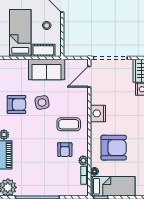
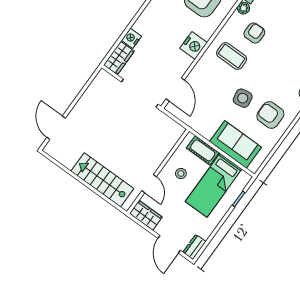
sofa: (47, 69) -> (235, 144), moved
door: (89, 77) -> (175, 89), hinge flipped

